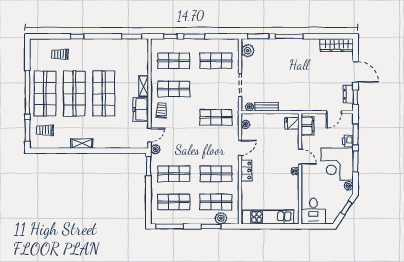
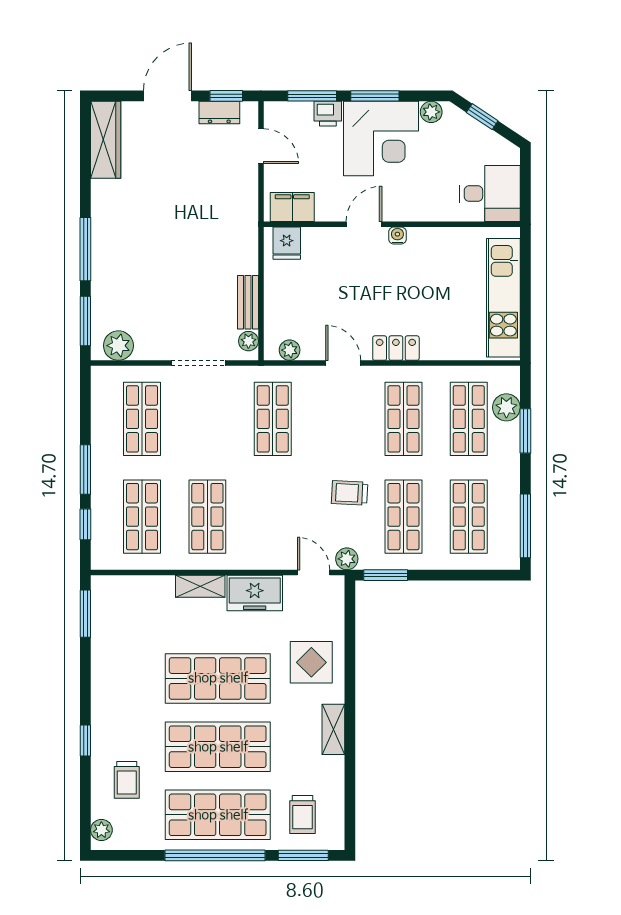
plant: (38, 43) -> (101, 830), added
trolley: (162, 110) -> (349, 493), moved
display table: (111, 134) -> (311, 662), added

